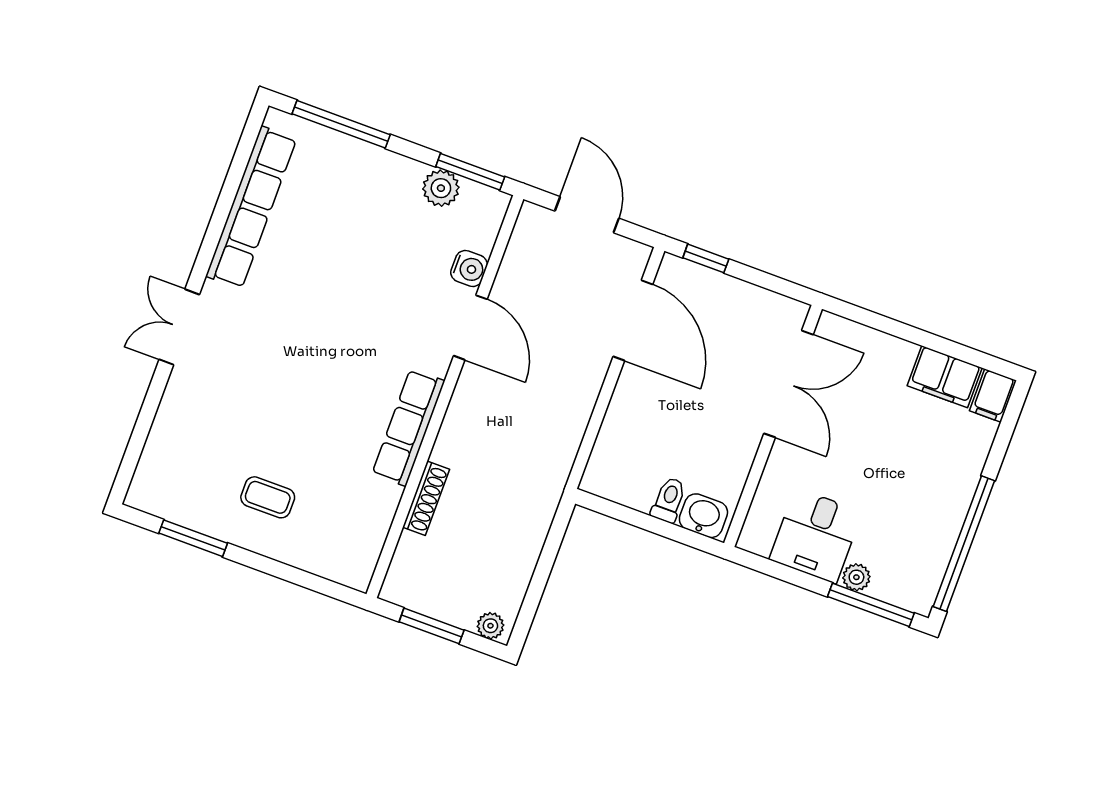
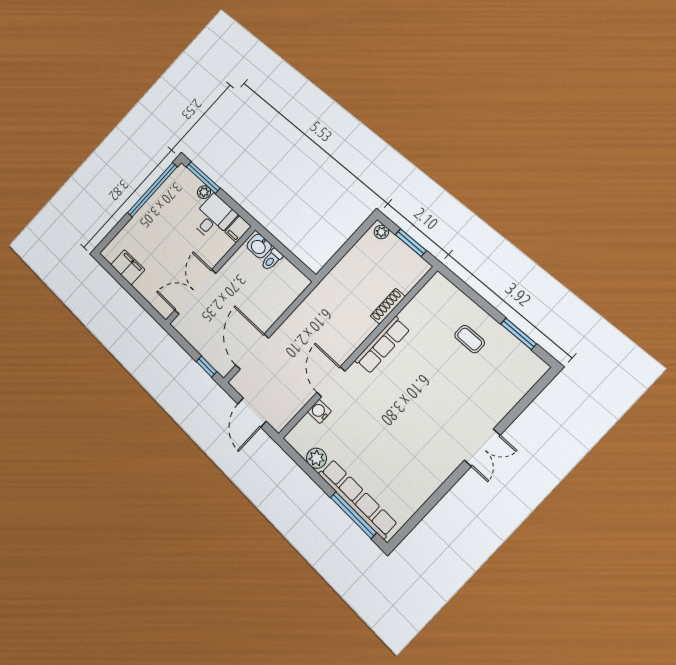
window: (470, 172) -> (299, 460), removed
row of seats: (251, 207) -> (357, 499), moved, turned 90
filing cabinet: (993, 396) -> (238, 229), moved, turned 180

